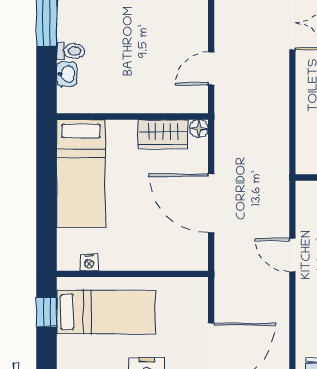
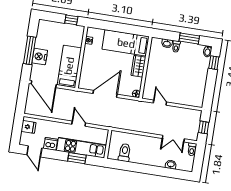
wardrobe: (163, 134) -> (138, 66), moved
door: (292, 255) -> (79, 124), hinge flipped
bed: (106, 312) -> (69, 66), moved, turned 180

